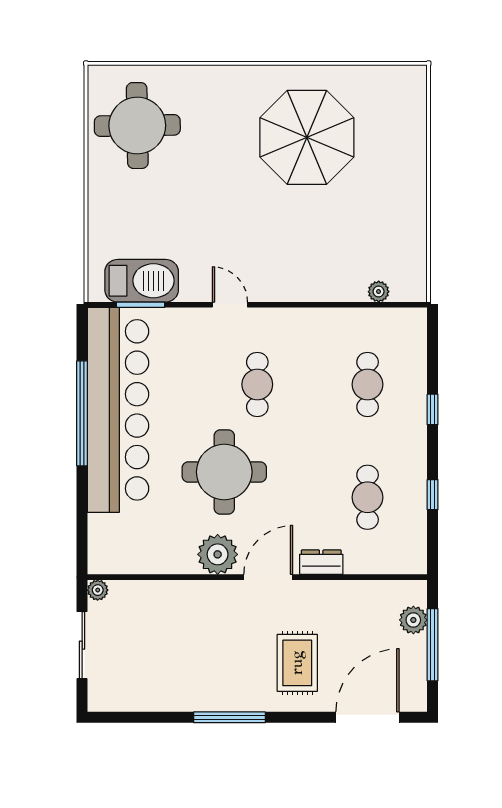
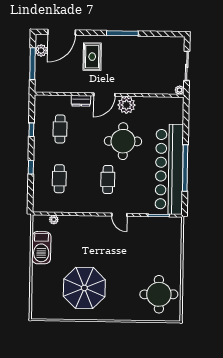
barbecue: (142, 281) -> (41, 248), moved, turned -90
plant: (413, 620) -> (41, 50), moved

